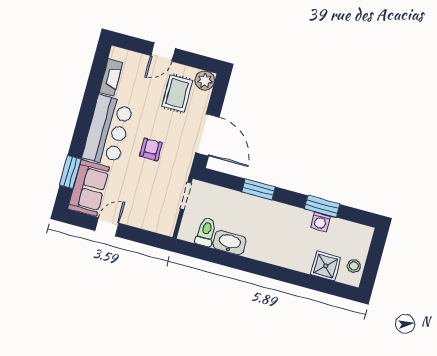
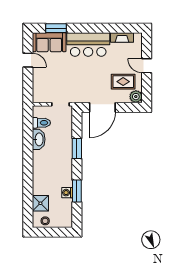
armchair: (151, 149) -> (84, 75), removed

